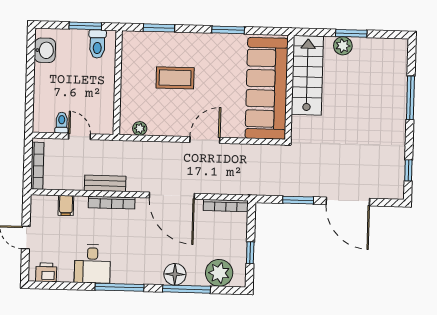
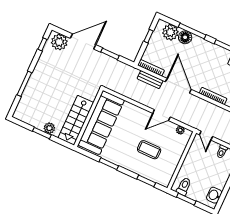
door: (79, 136) -> (206, 136), moved
door: (205, 140) -> (161, 115), moved
bench: (105, 183) -> (150, 80), moved
plant: (384, 185) -> (59, 42), added
door: (348, 201) -> (83, 41), hinge flipped
floor lamp: (175, 274) -> (185, 37), moved

